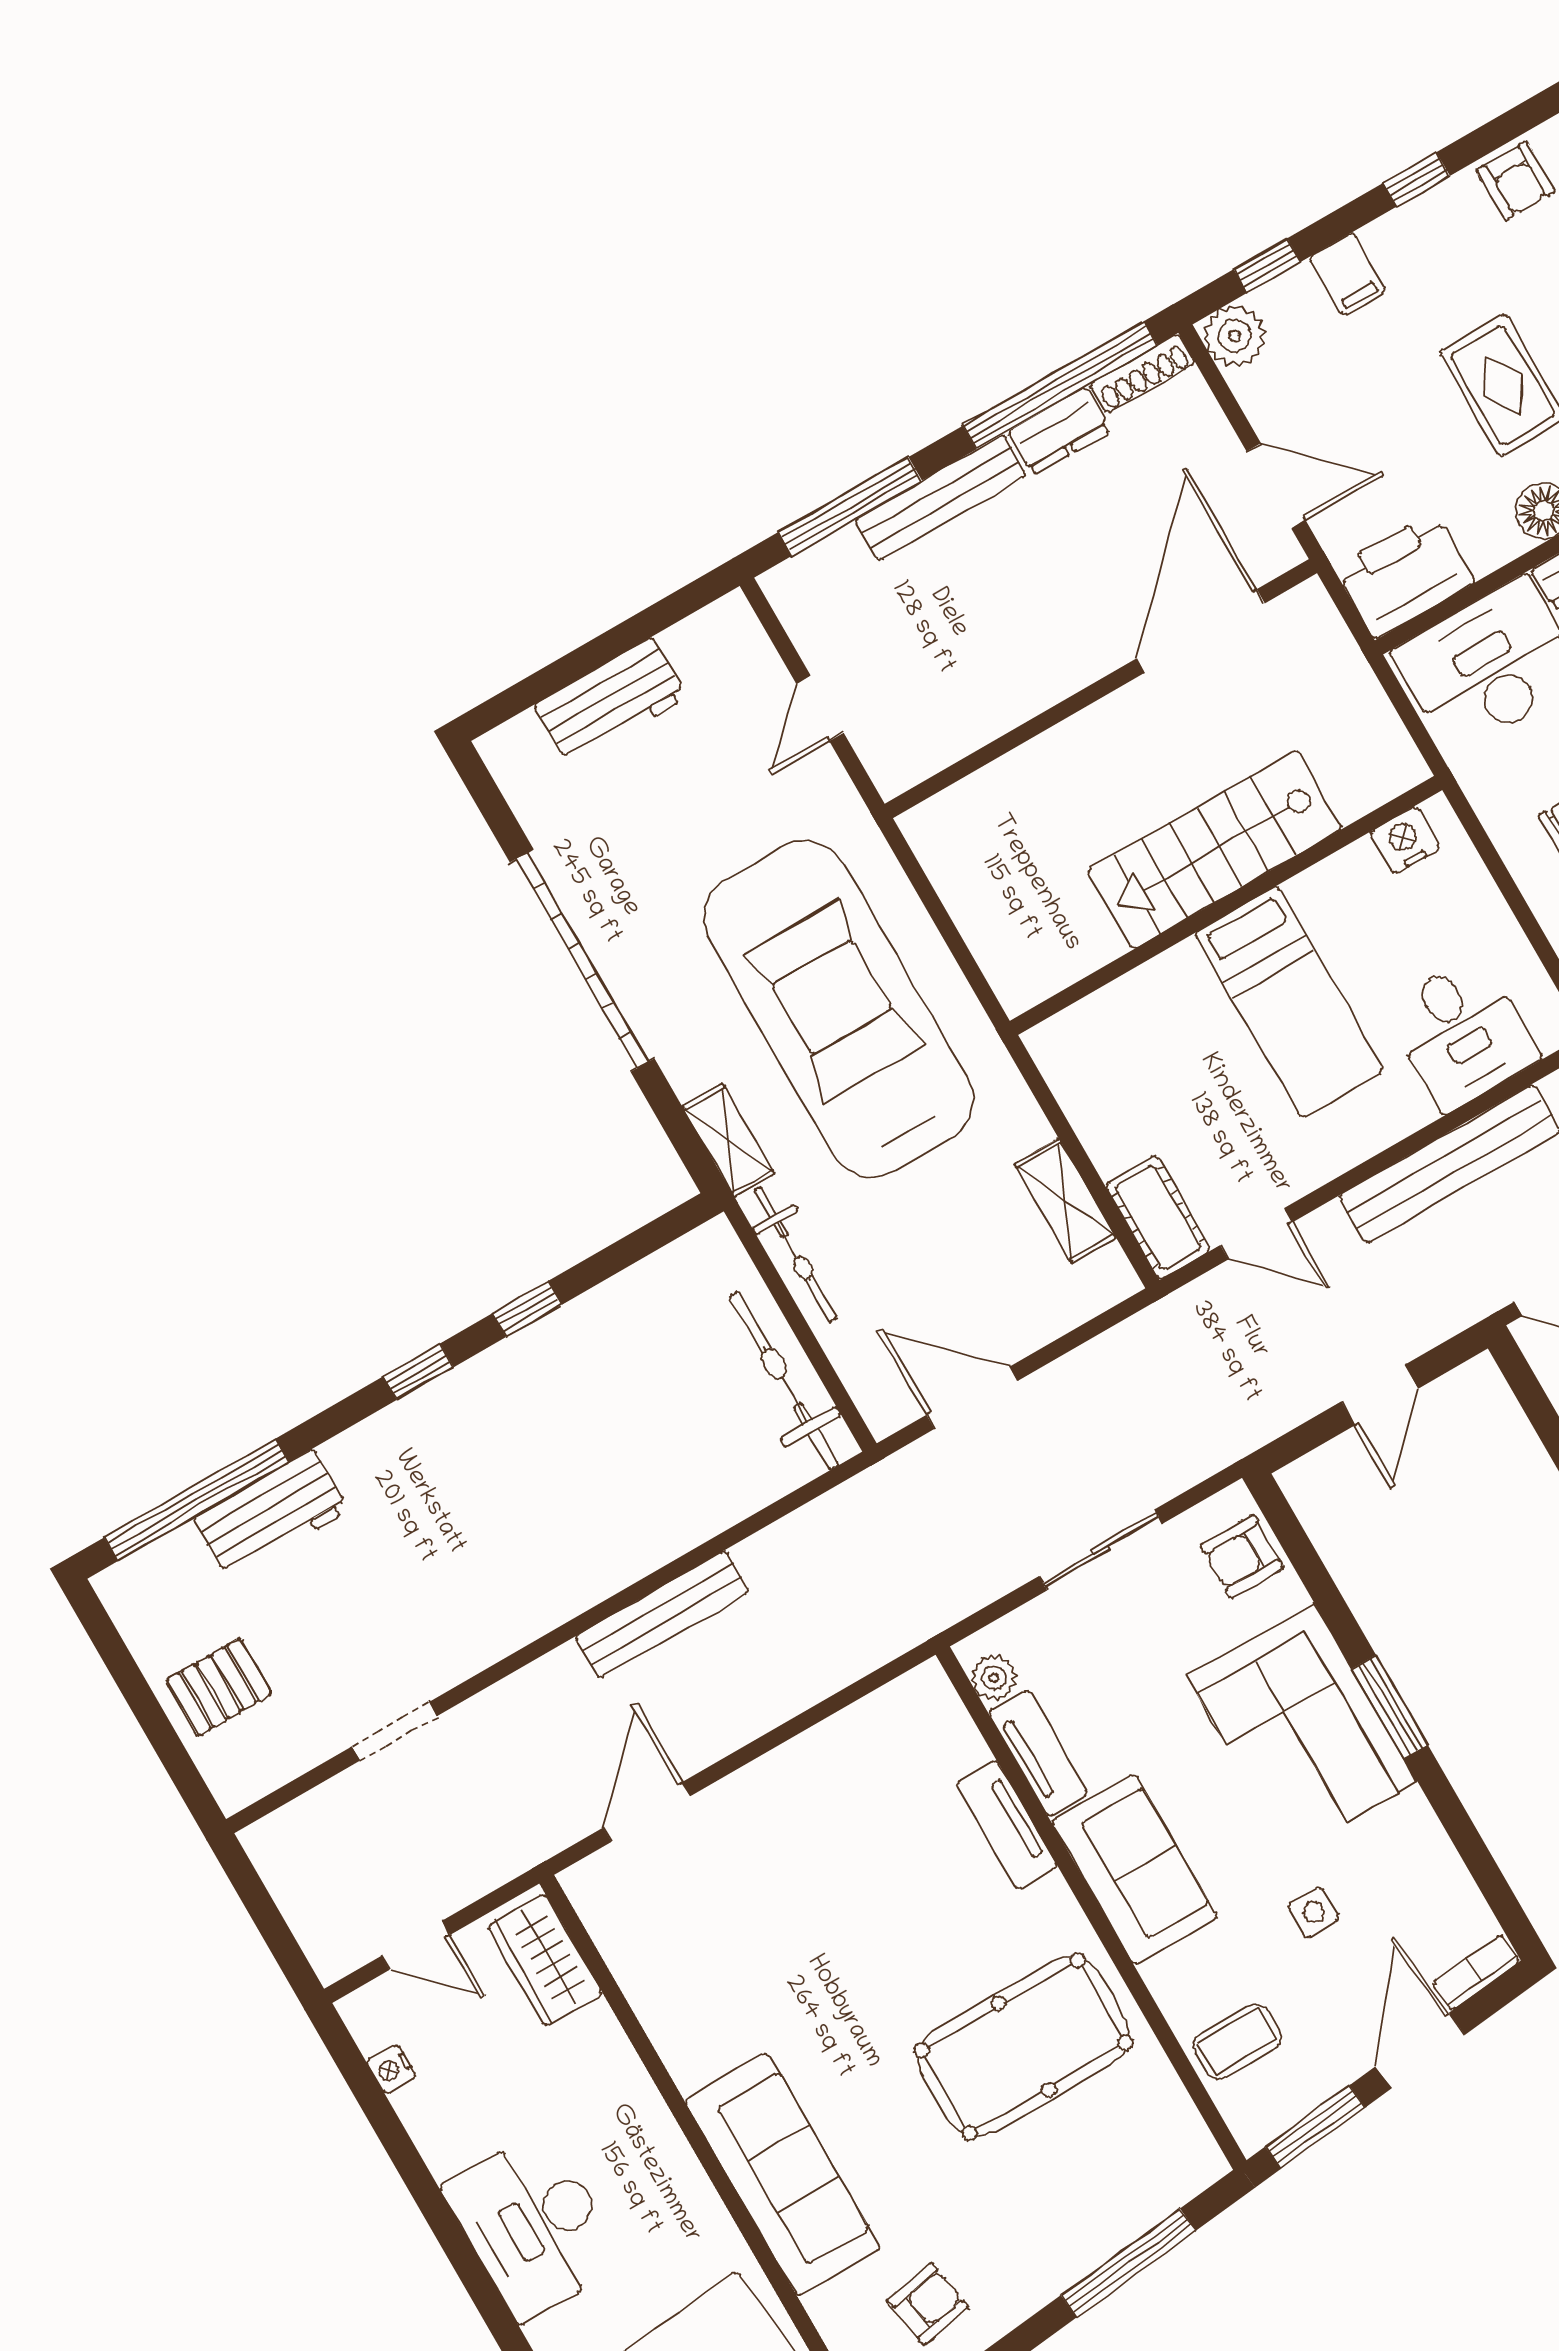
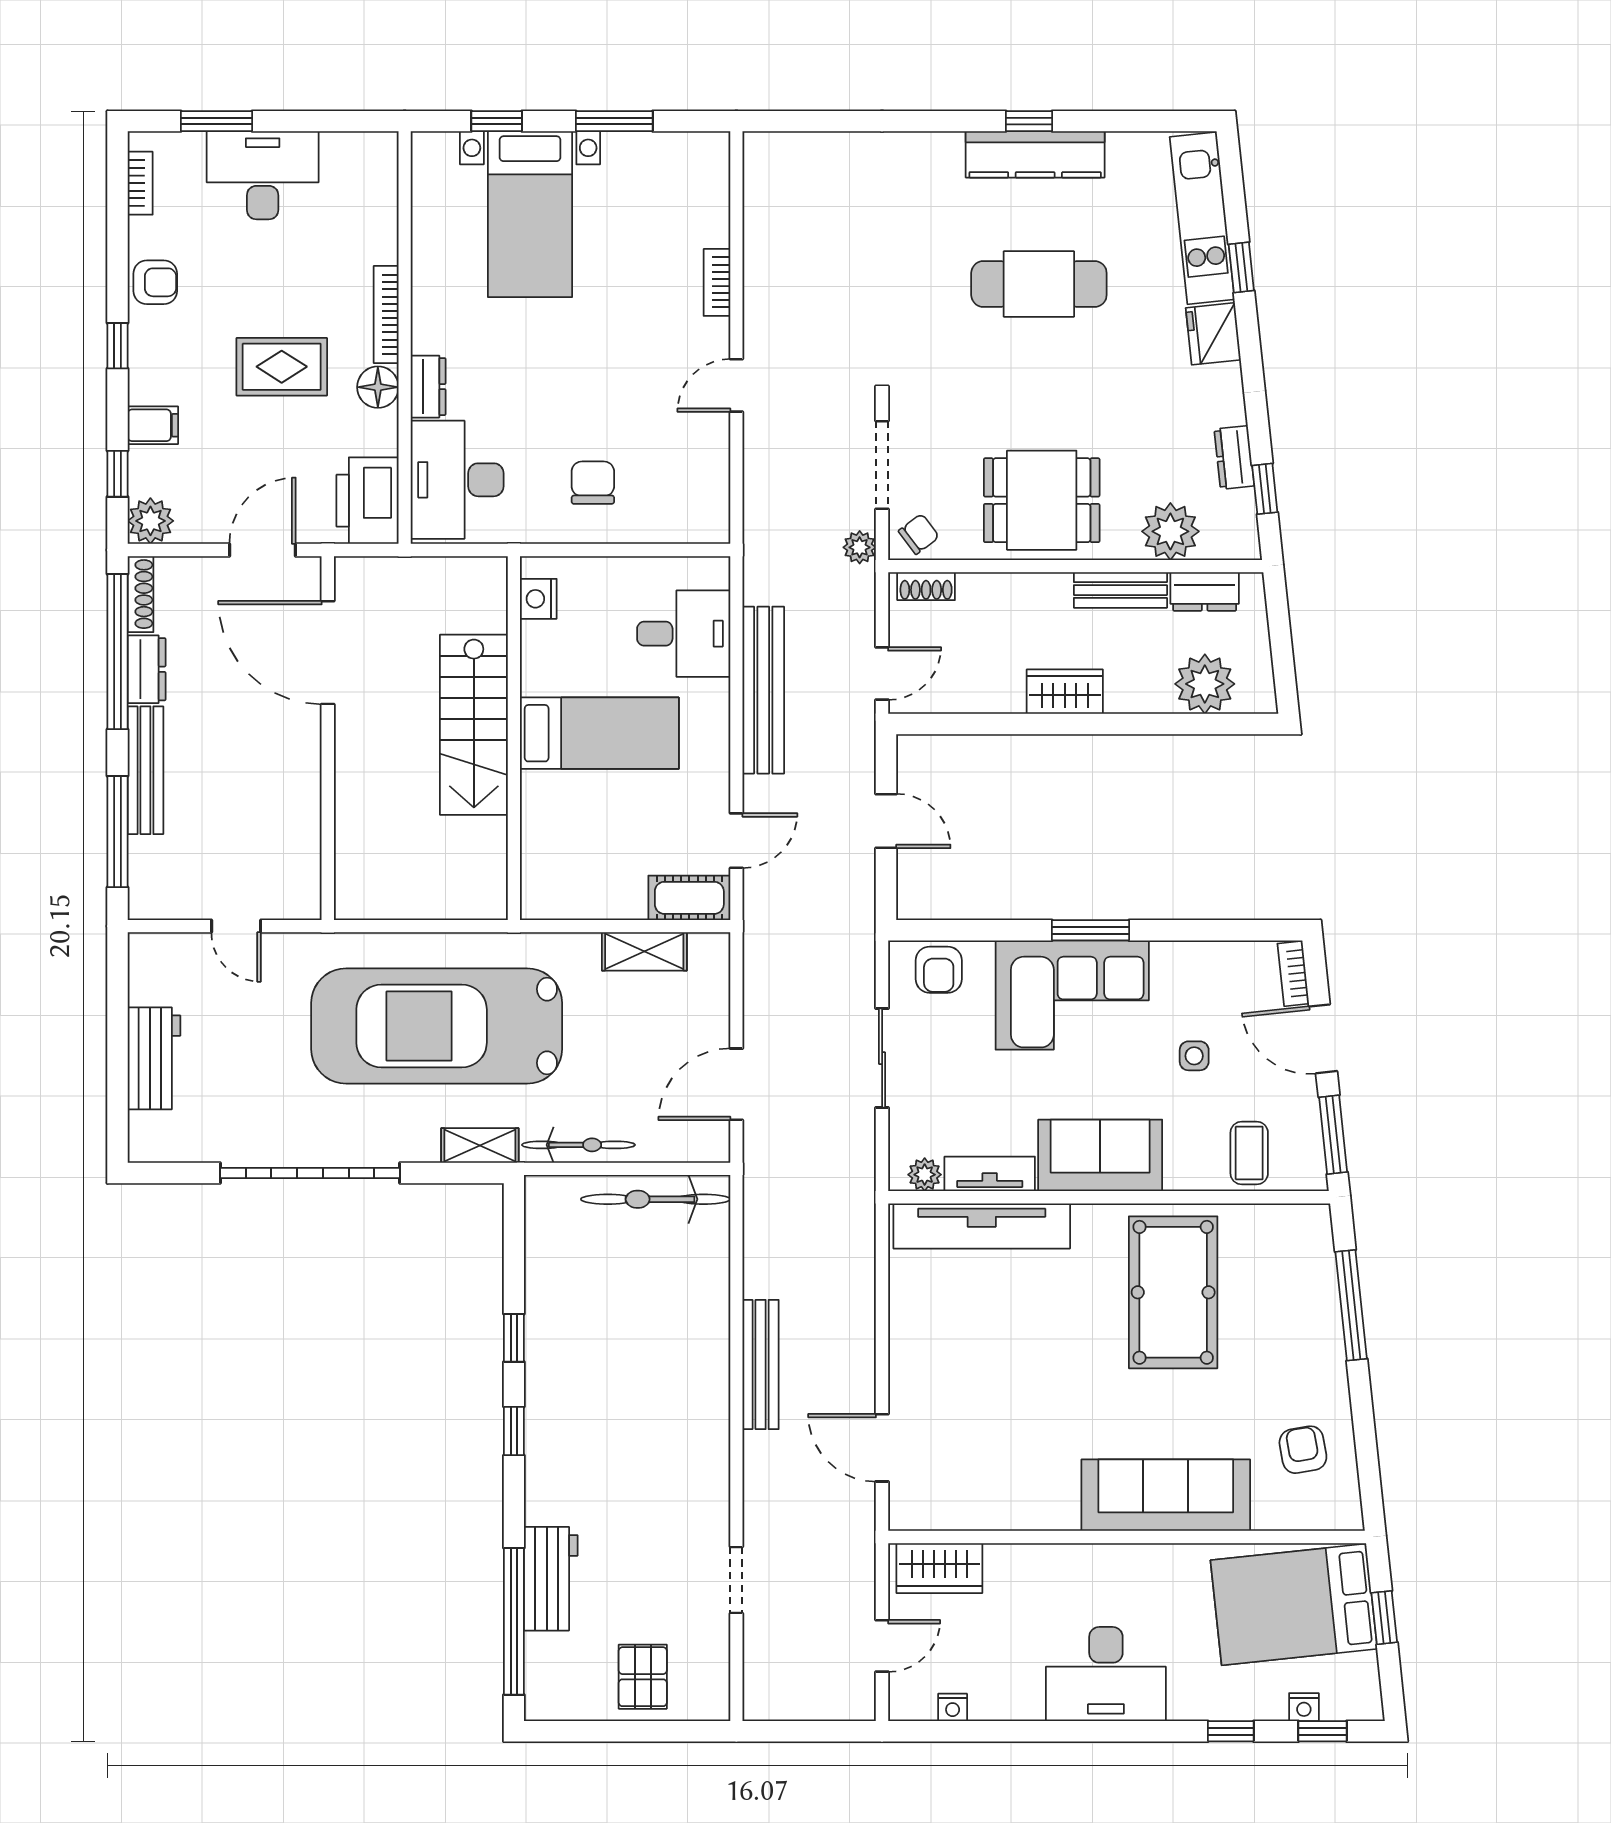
tv unit: (1007, 1825) -> (982, 1226), width x1.92, depth x1.29

